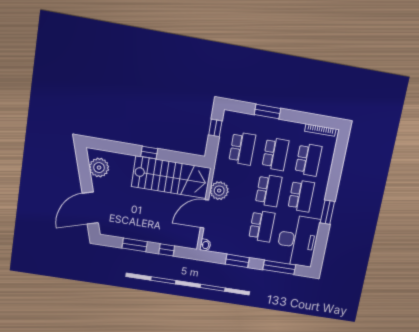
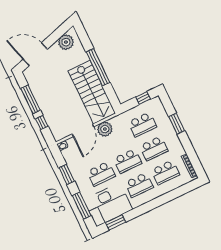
window: (149, 152) -> (98, 67), width x3.17
window: (327, 212) -> (116, 222), moved
door: (204, 214) -> (83, 130), swing flipped
window: (135, 245) -> (30, 99), width x1.44

